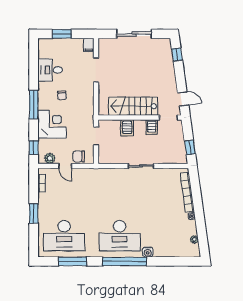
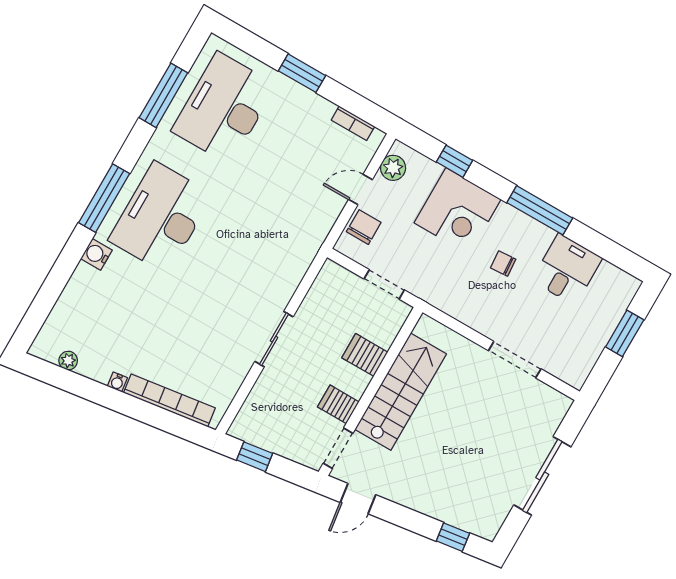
filing cabinet: (89, 45) -> (572, 374), removed
window: (34, 105) -> (540, 210), moved
window: (34, 148) -> (455, 161), moved
window: (125, 261) -> (104, 198), width x0.68

